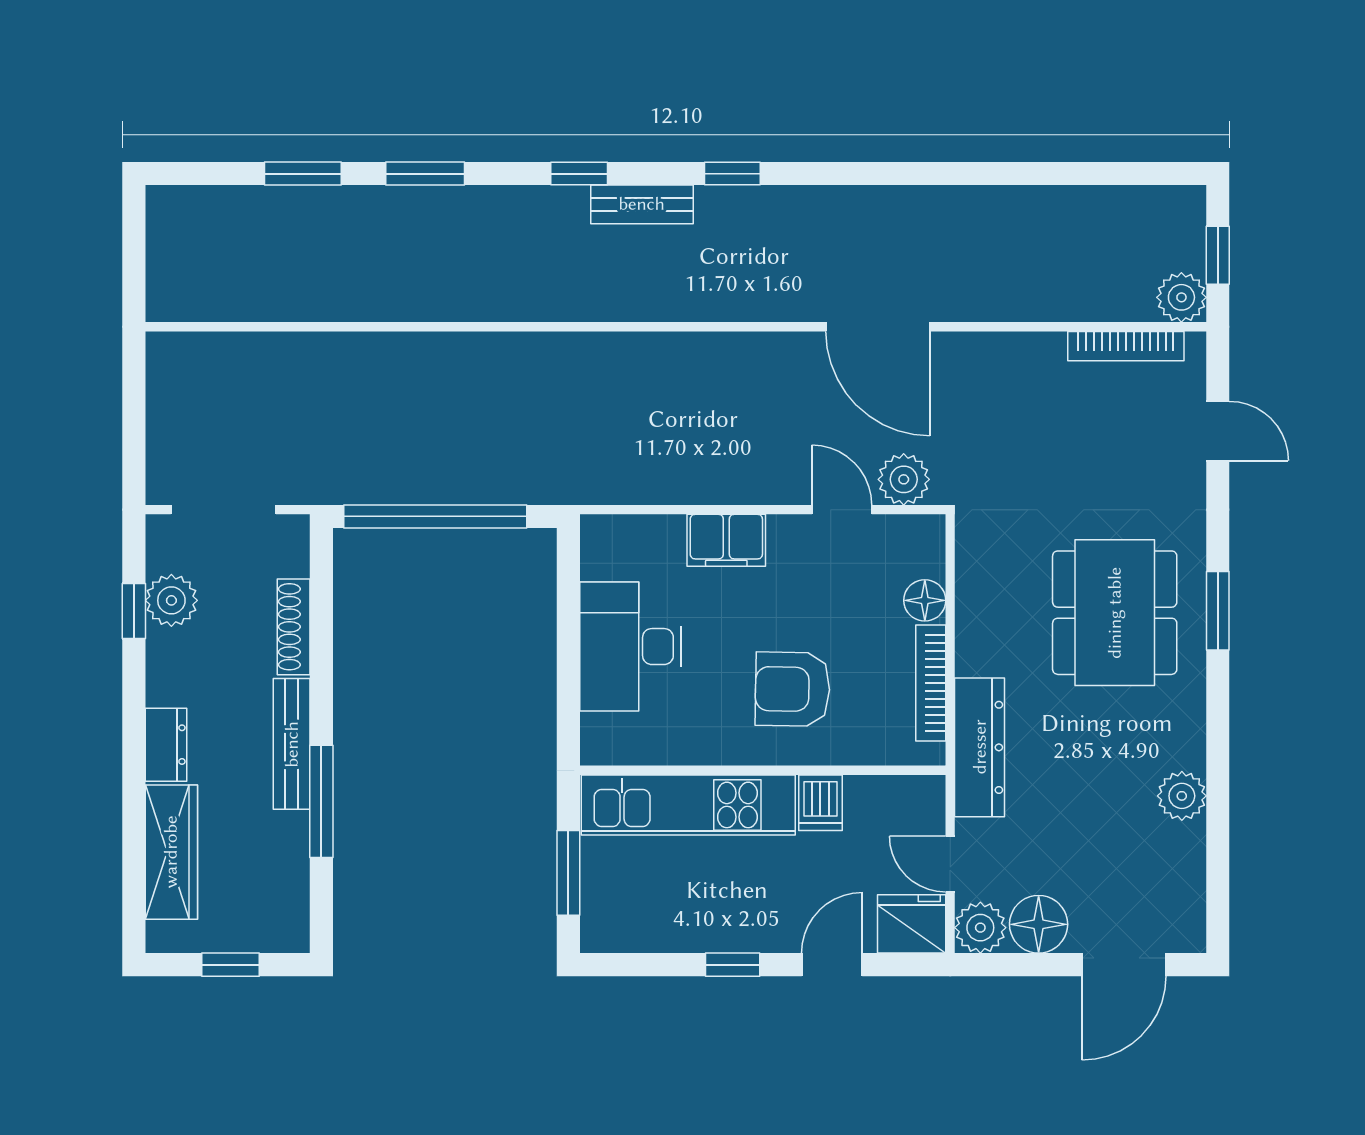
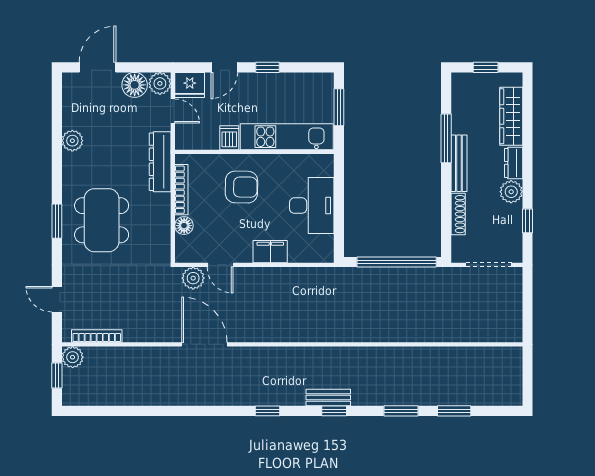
bench: (642, 204) -> (328, 398), moved
plant: (171, 600) -> (511, 192), moved

